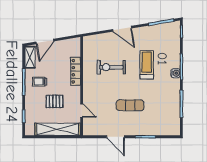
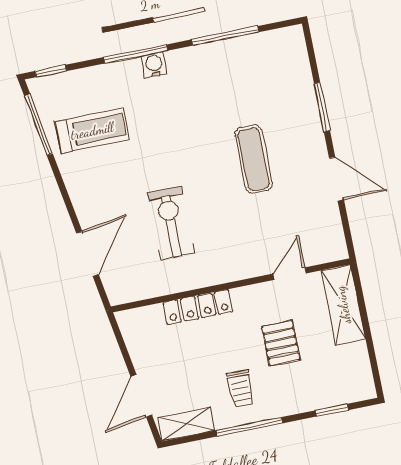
door: (122, 29) -> (87, 254), moved
door: (45, 42) -> (141, 396), swing flipped
treadmill: (147, 65) -> (92, 131), moved, turned 180
exercise bike: (111, 67) -> (171, 223), turned 180
shelving: (58, 129) -> (343, 305), width x0.68
door: (116, 137) -> (336, 179), hinge flipped

